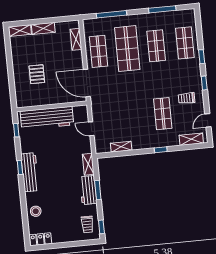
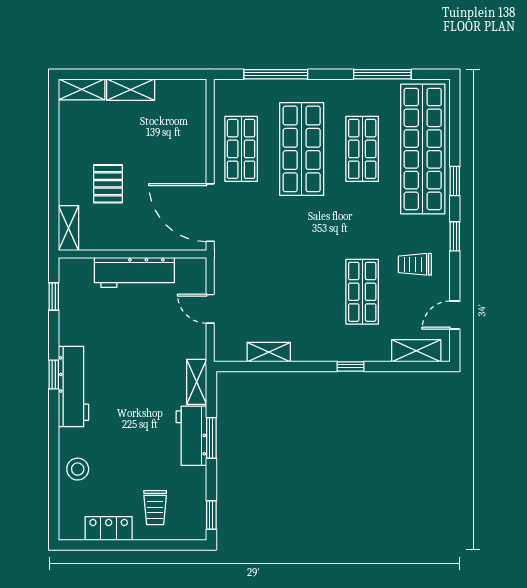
shelving: (76, 39) -> (68, 228), moved
shop shelf: (185, 43) -> (423, 149), width x2.00, depth x1.36
workbench: (47, 118) -> (134, 272), width x0.73, depth x0.76
trolley: (87, 224) -> (155, 508), moved
locker: (40, 239) -> (109, 528), moved

